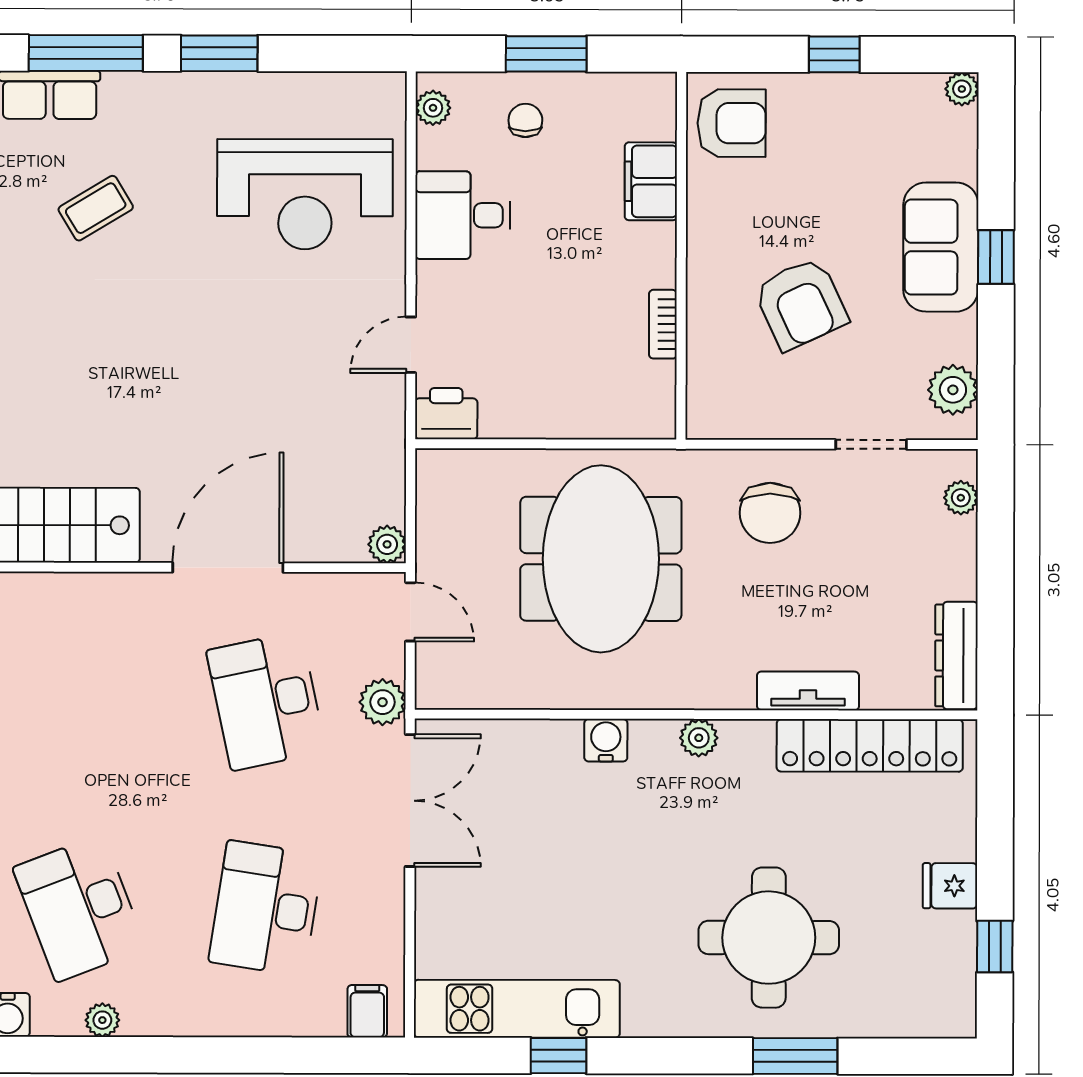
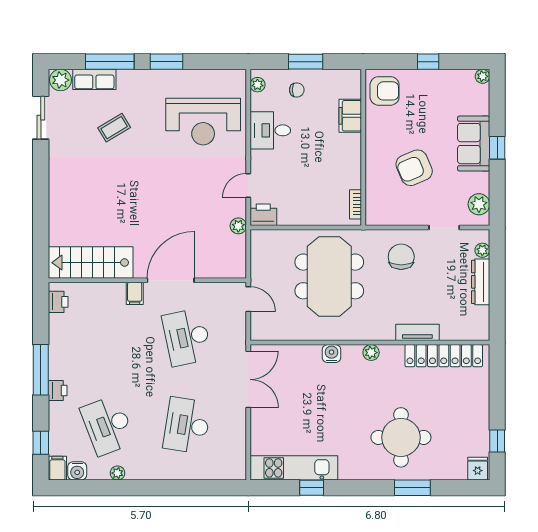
chair: (525, 120) -> (297, 90), turned 90
armchair: (801, 304) -> (414, 168), turned 92
bookcase: (663, 324) -> (355, 204), moved
chair: (770, 513) -> (401, 257), turned 180
plant: (387, 544) -> (238, 226), moved
dresser: (956, 655) -> (481, 282), moved
plant: (383, 702) -> (236, 338), removed
fridge: (950, 886) -> (478, 469), moved, turned 90
filing cabinet: (367, 1011) -> (135, 293), moved, turned 180

